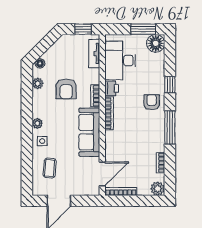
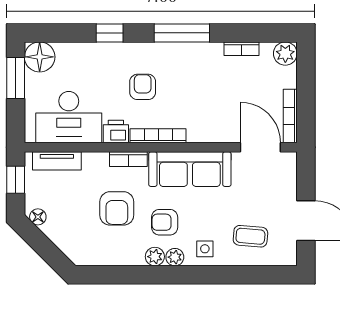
floor lamp: (40, 63) -> (38, 217), moved
plant: (38, 83) -> (155, 257), moved
armchair: (66, 89) -> (117, 208), turned 90
armchair: (152, 102) -> (143, 87), moved, turned 90
armchair: (58, 117) -> (165, 222), added

